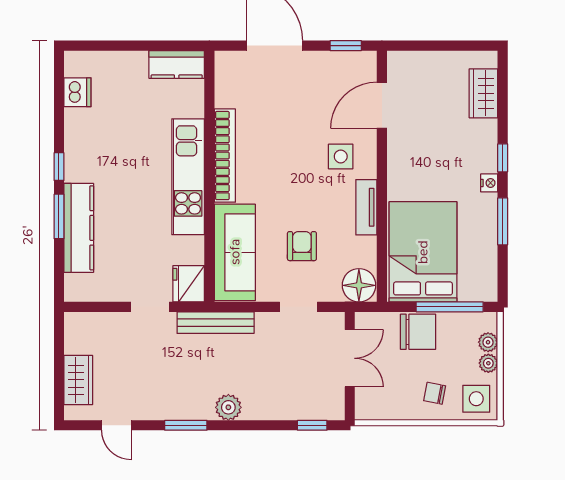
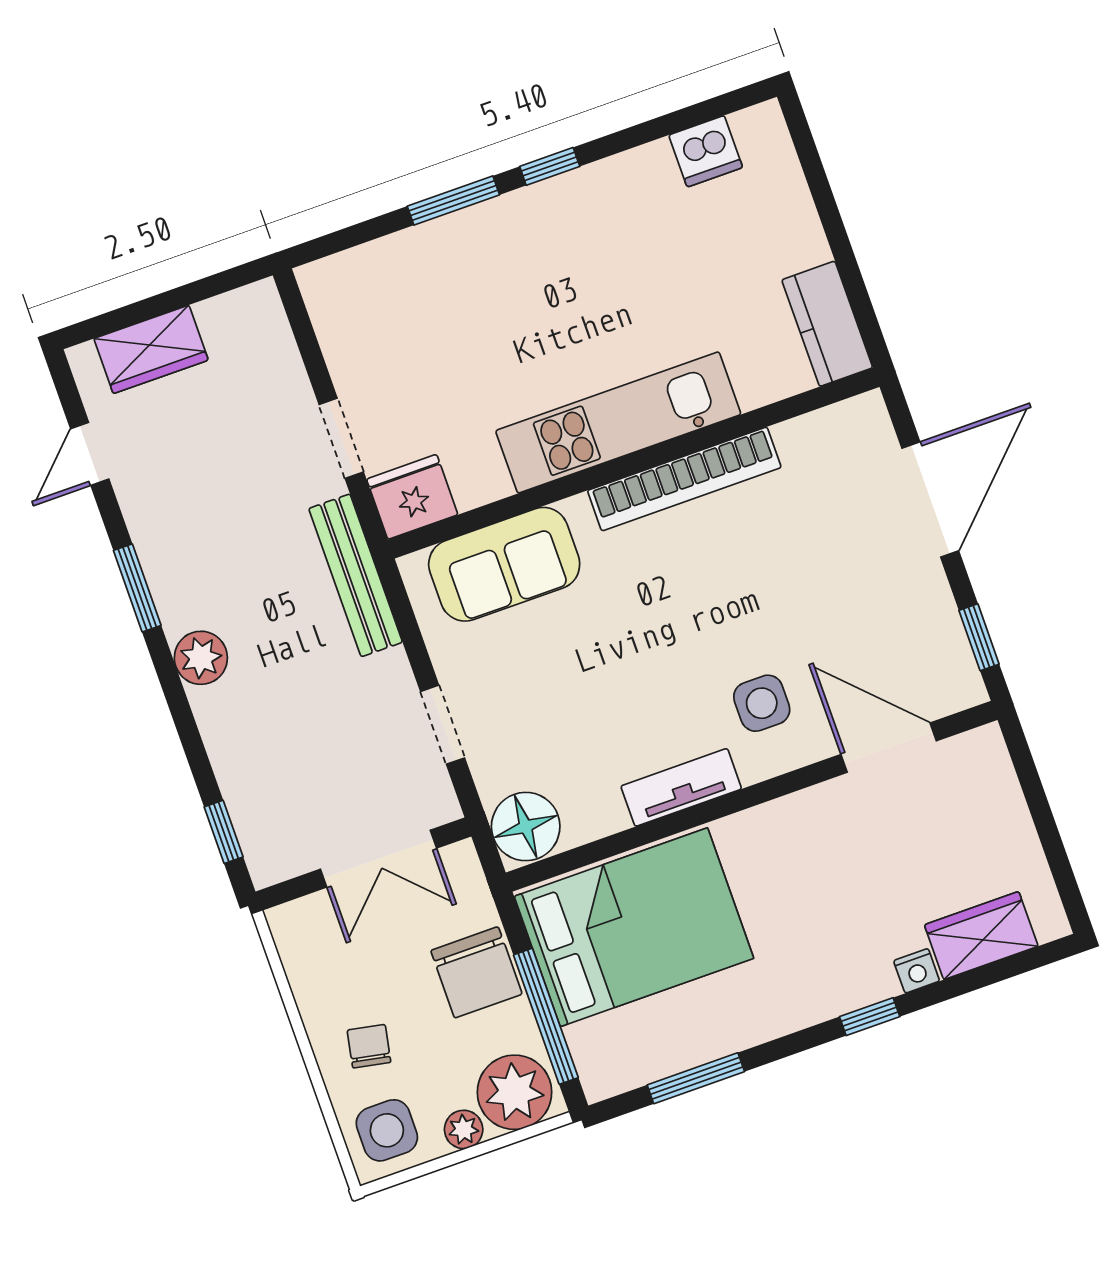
nightstand: (489, 183) -> (917, 971), moved
window: (503, 221) -> (696, 1078), moved
kitchen counter: (79, 228) -> (445, 246), removed
armchair: (302, 246) -> (562, 690), removed
sofa: (235, 252) -> (504, 564), width x0.73
plant: (488, 342) -> (515, 1092), width x1.88, depth x1.88

